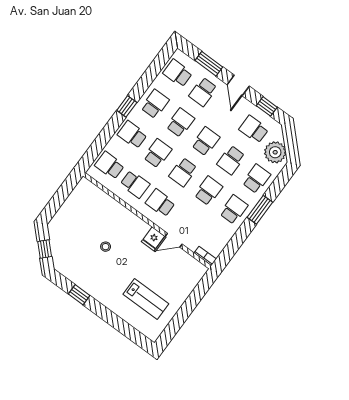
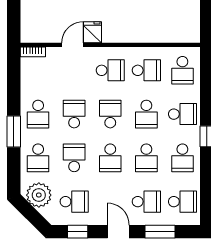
school desk: (203, 92) -> (146, 202), turned 90
school desk: (110, 165) -> (182, 70), turned 90
school desk: (135, 184) -> (146, 70), turned 180
school desk: (208, 191) -> (74, 114), turned 180

